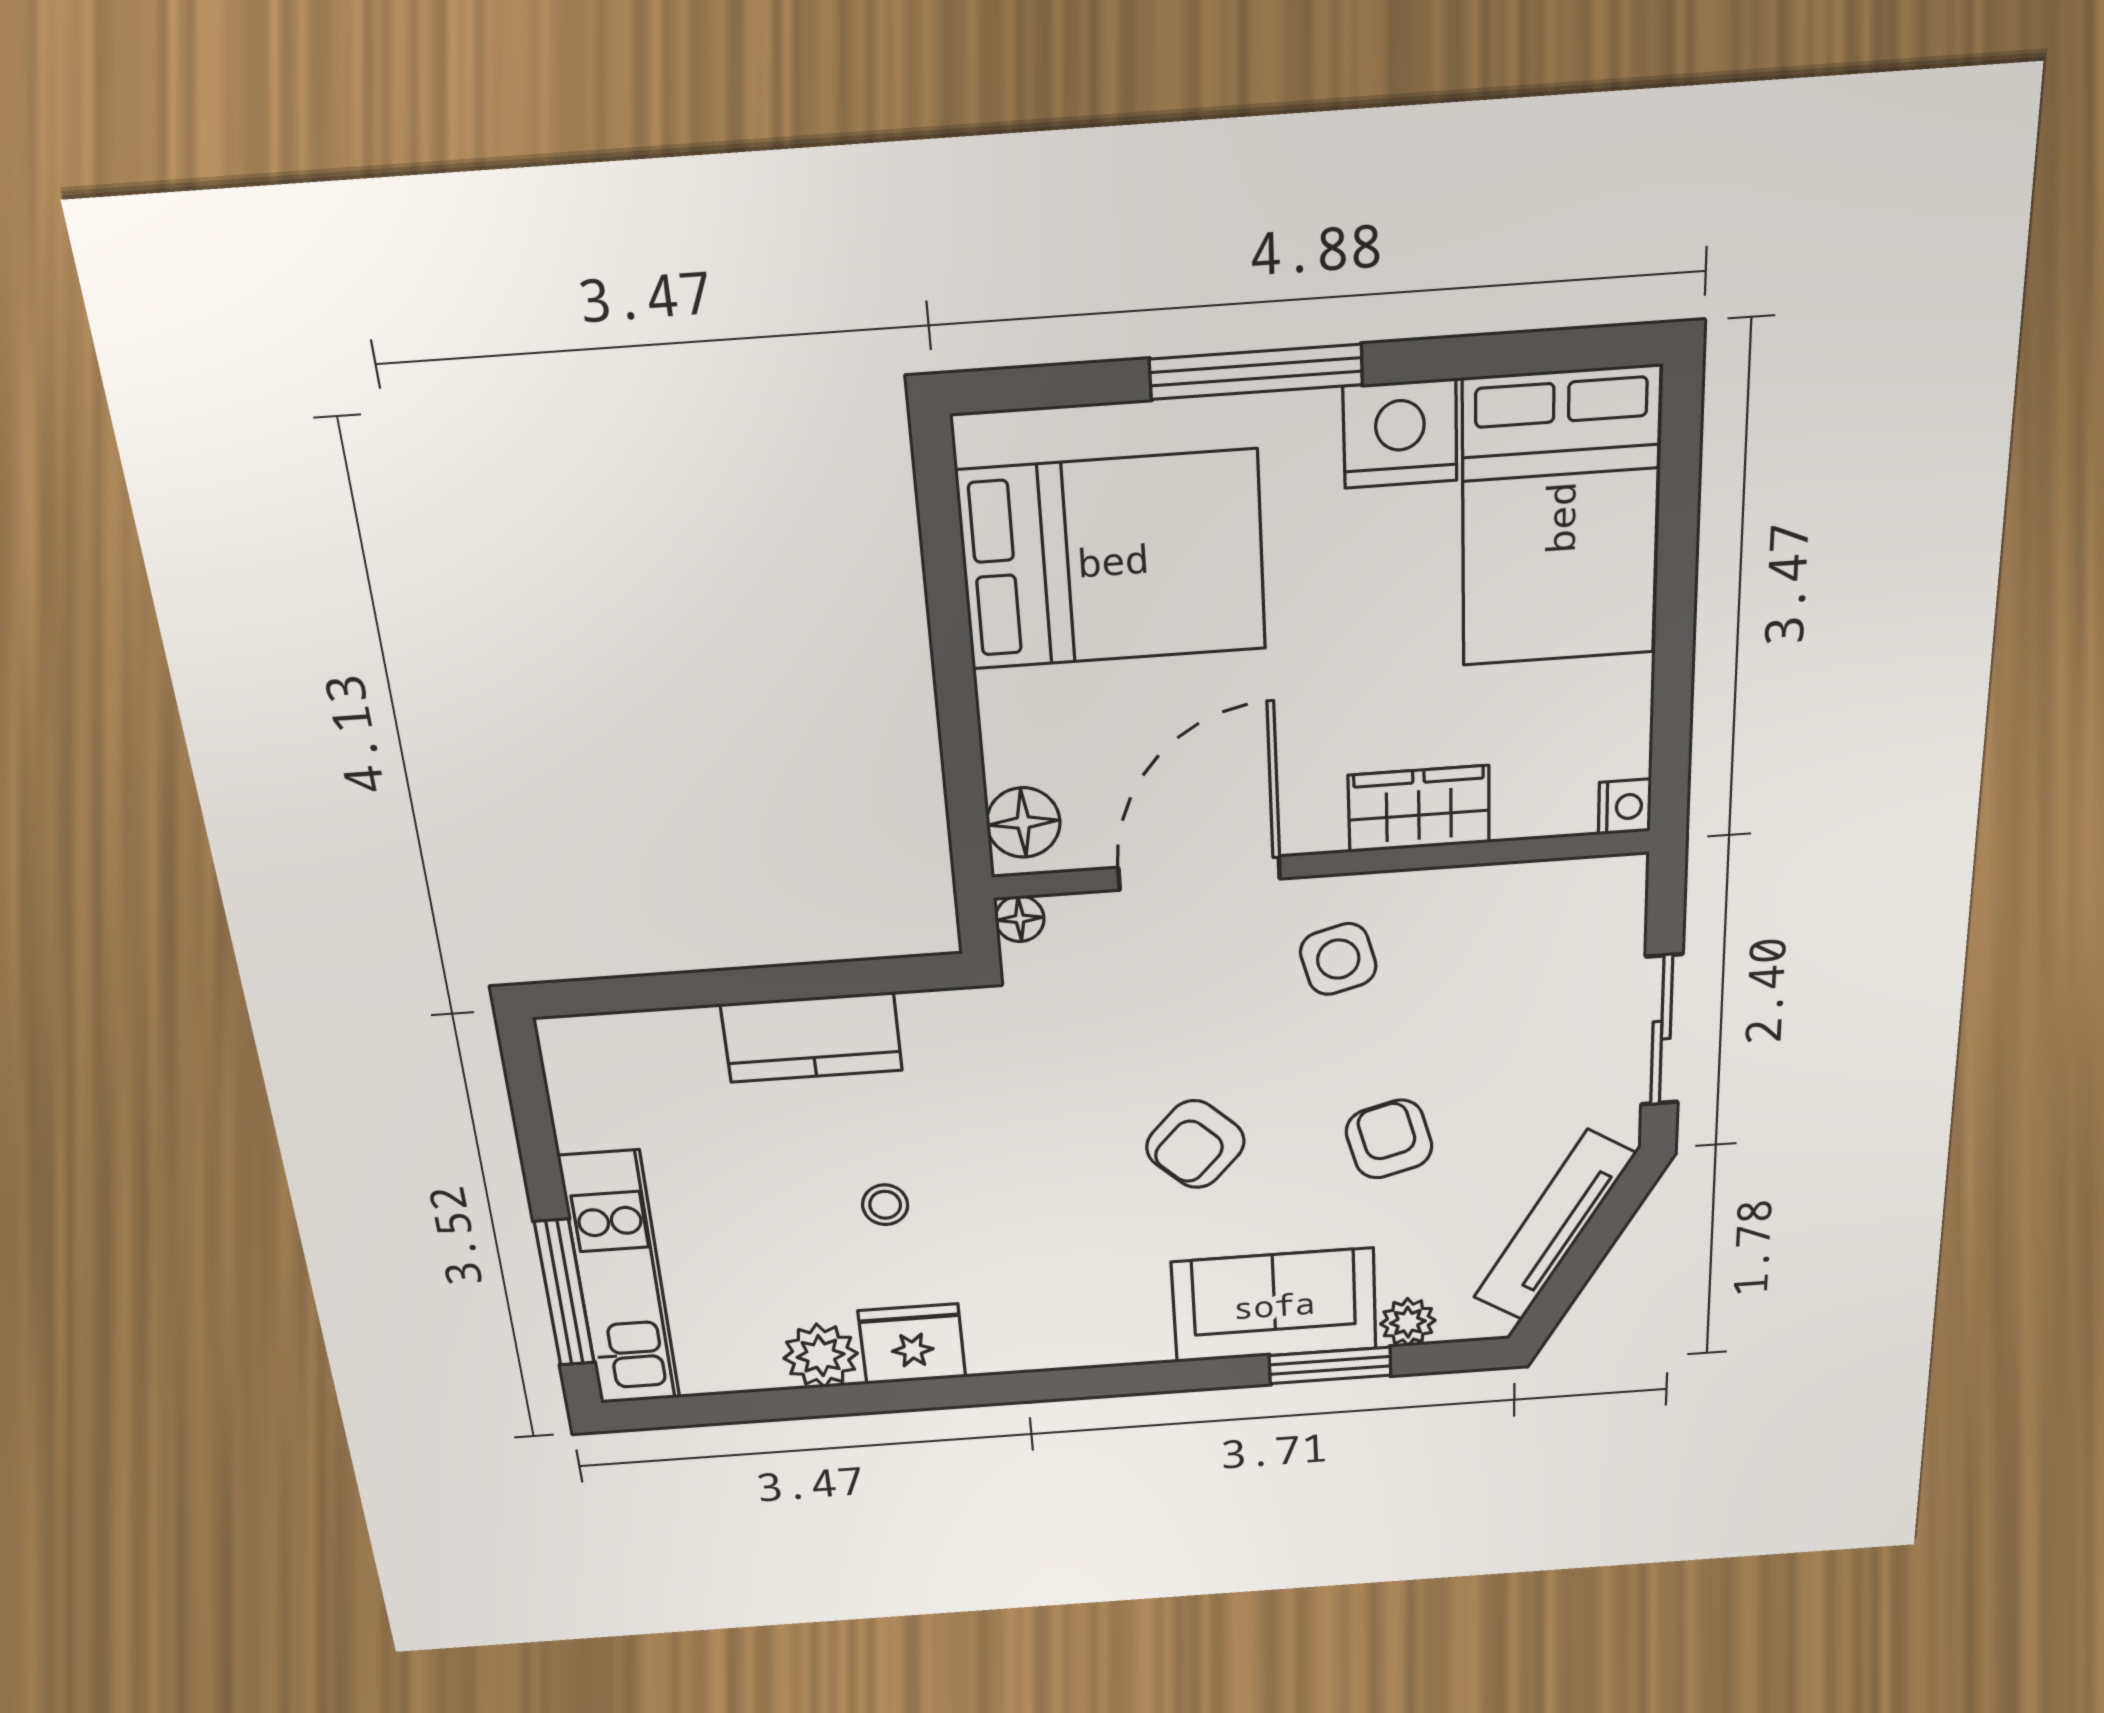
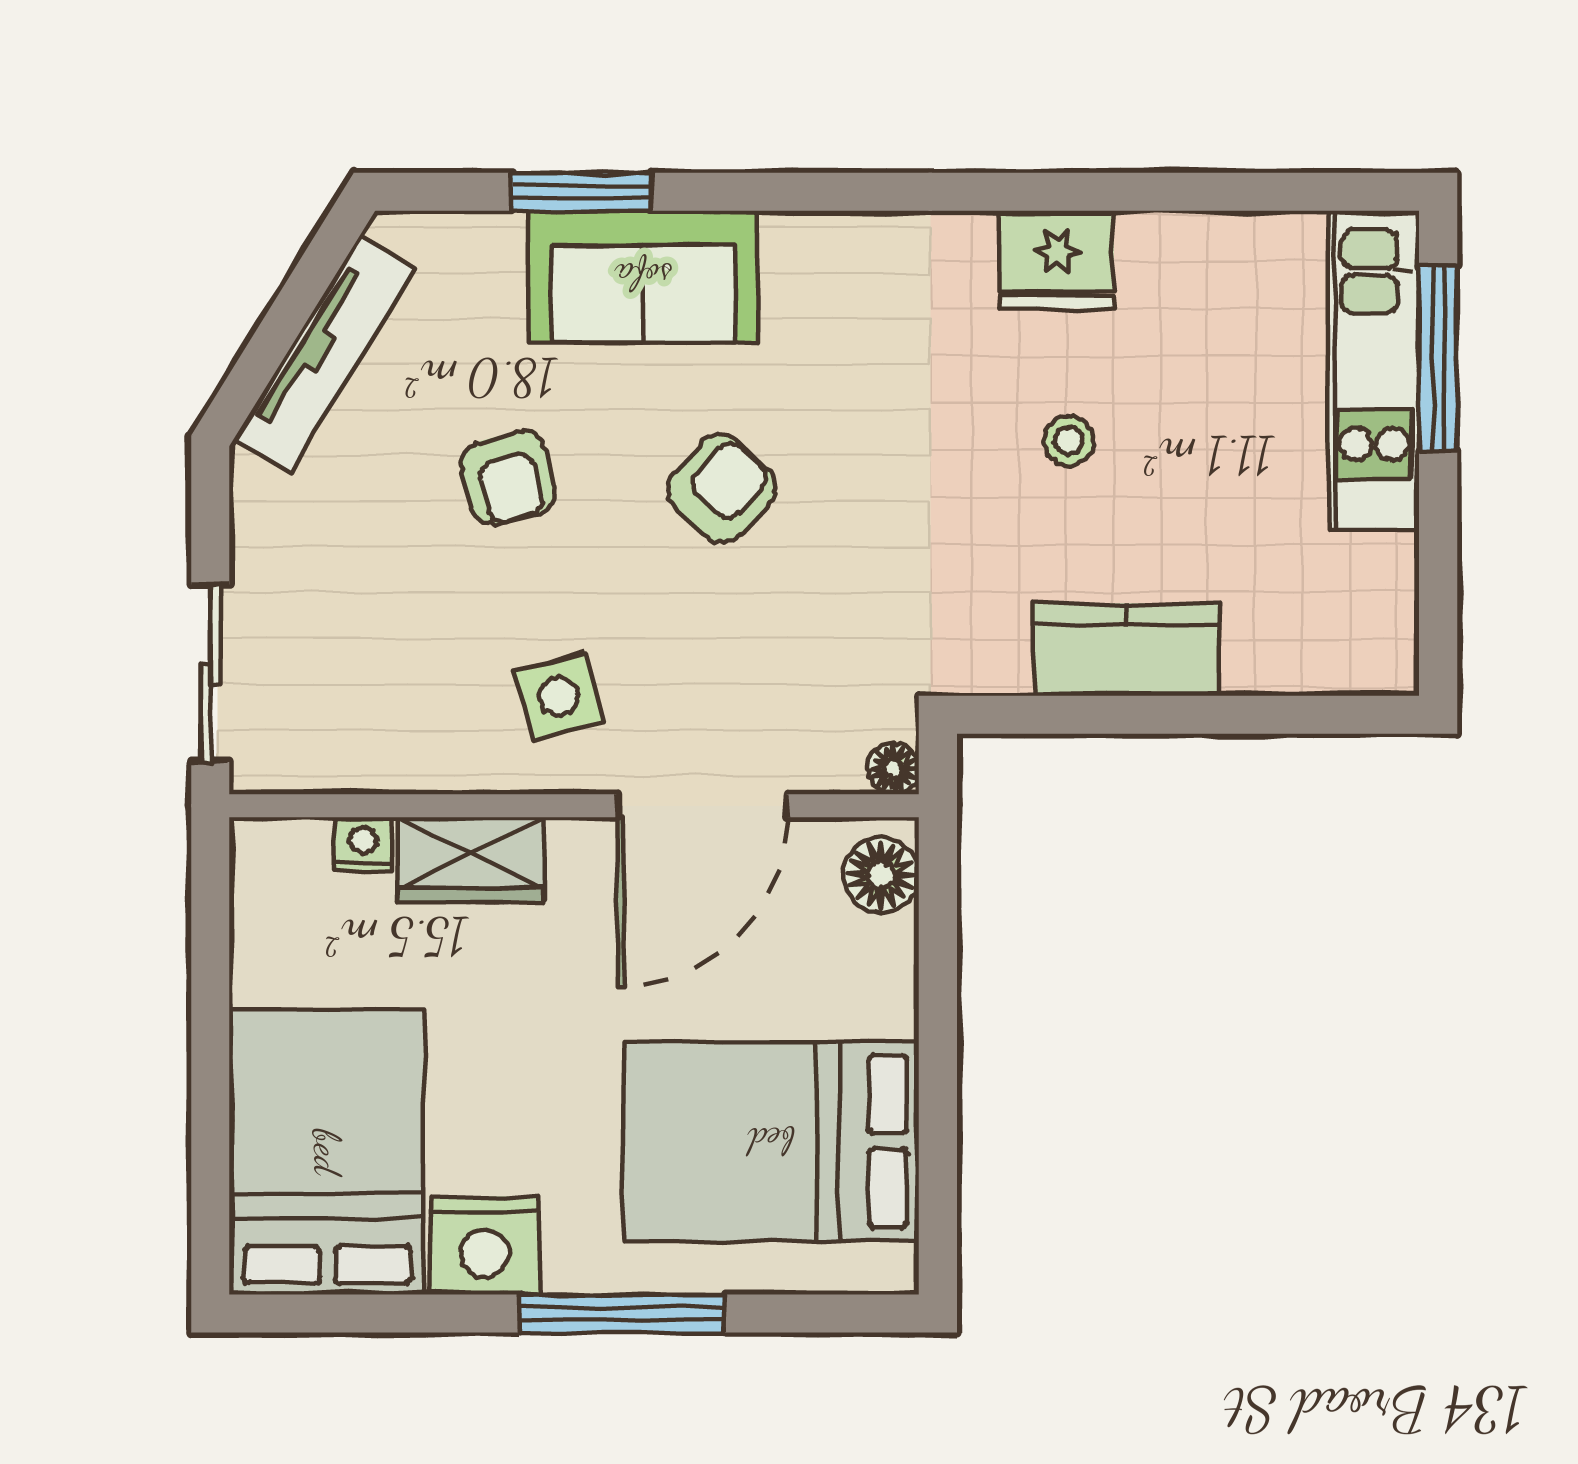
nightstand: (1625, 807) -> (363, 844), moved, turned 90
sliding door: (1662, 1030) -> (210, 673), moved
plant: (1408, 1322) -> (491, 242), removed
plant: (821, 1356) -> (1162, 253), removed

